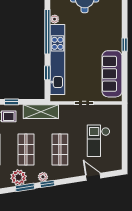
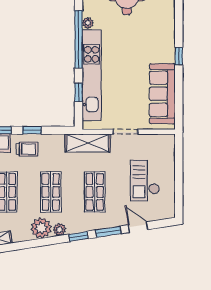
shelving: (41, 112) -> (88, 143), moved
plant: (43, 177) -> (59, 229), moved
window: (25, 187) -> (108, 232), moved

